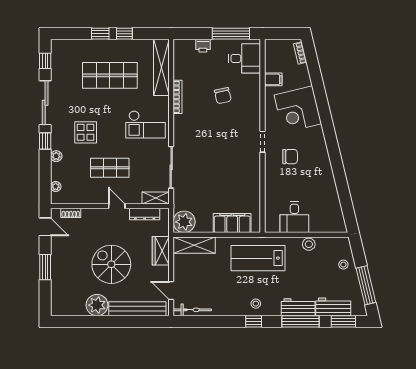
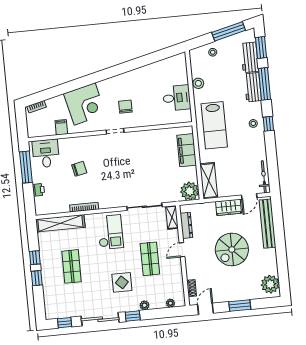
shop shelf: (110, 75) -> (72, 266), width x0.70, depth x0.74
wardrobe: (161, 251) -> (228, 207), moved
plant: (97, 305) -> (270, 284), moved

